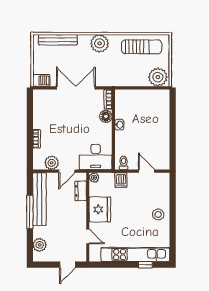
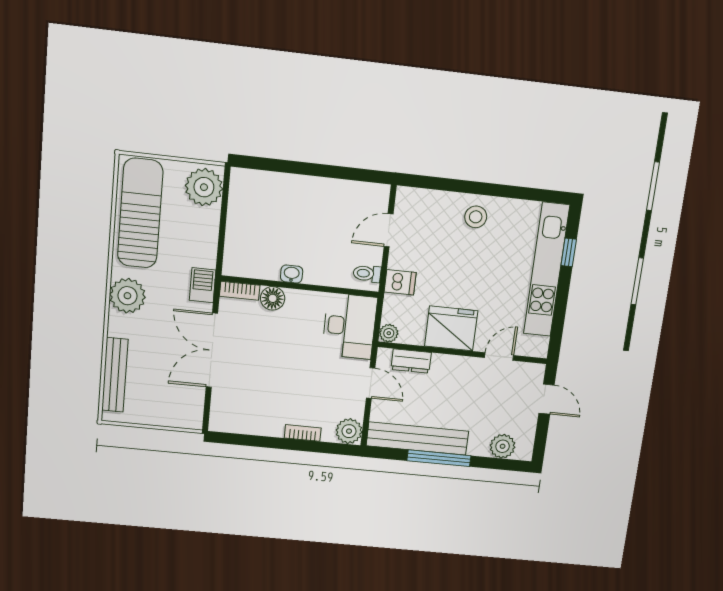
sun lounger: (142, 47) -> (140, 213), width x1.36, depth x1.34
barbecue: (41, 80) -> (203, 285), moved
plant: (52, 163) -> (349, 431), moved

